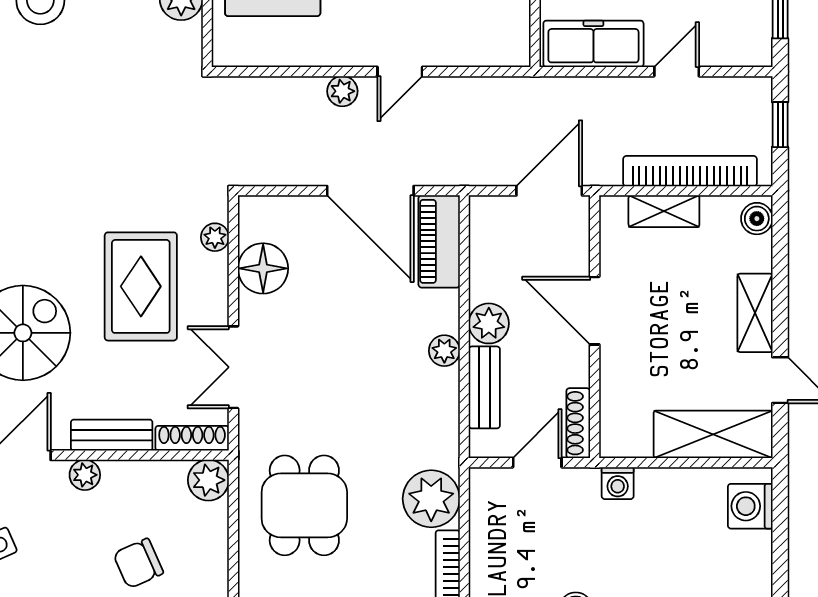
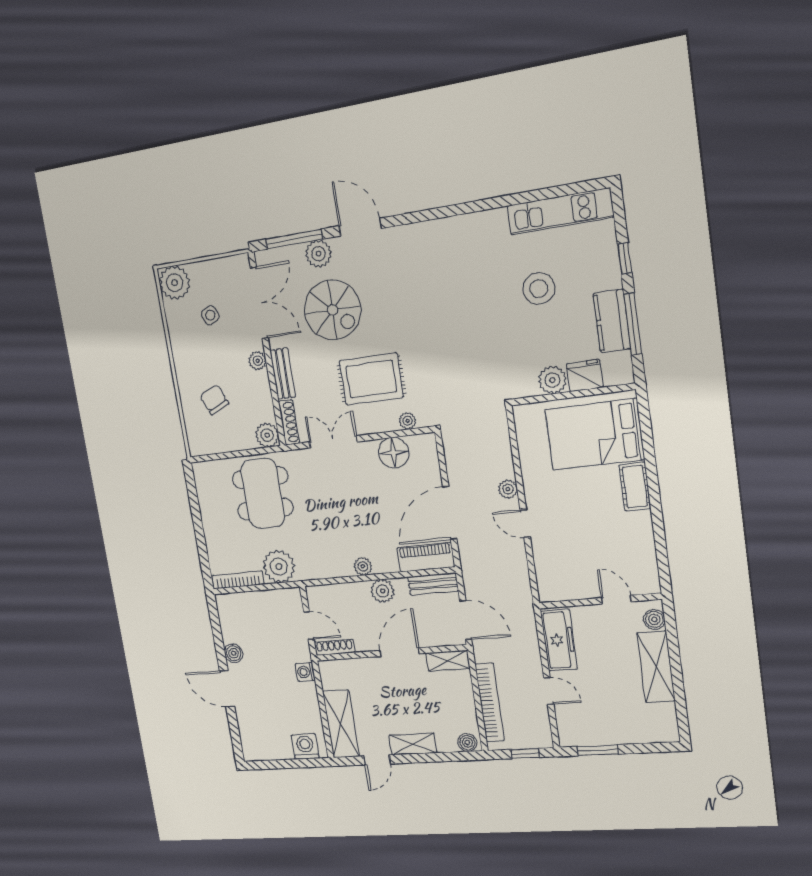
shelving: (664, 211) -> (448, 661), moved, turned 90
bench: (484, 387) -> (433, 584), moved
dining table: (304, 505) -> (263, 493), width x1.38

